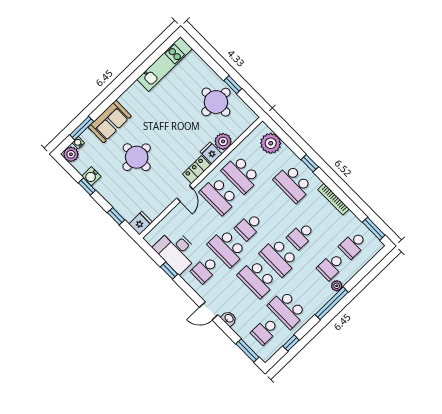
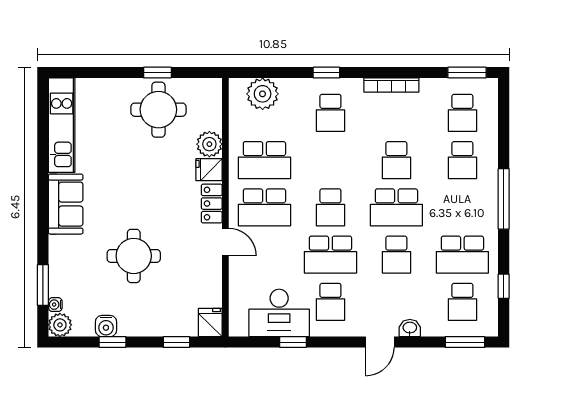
sofa: (110, 122) -> (66, 204), moved
school desk: (293, 183) -> (330, 113), width x0.54
school desk: (257, 279) -> (396, 255), width x0.54
plant: (337, 286) -> (490, 175), removed

